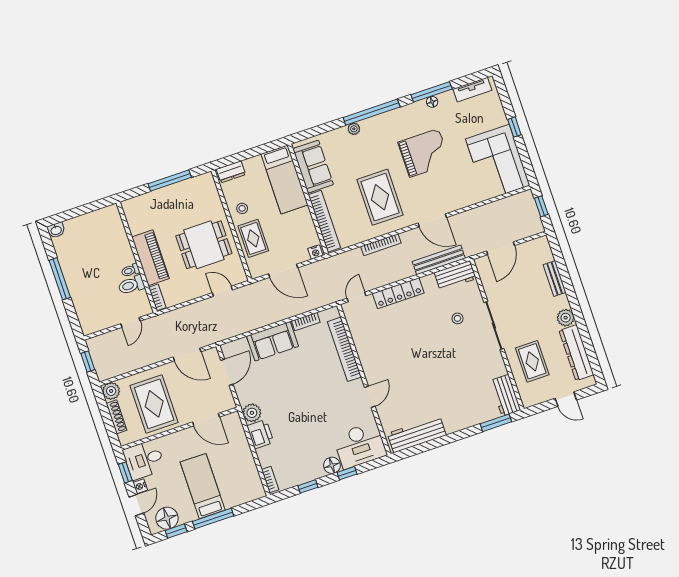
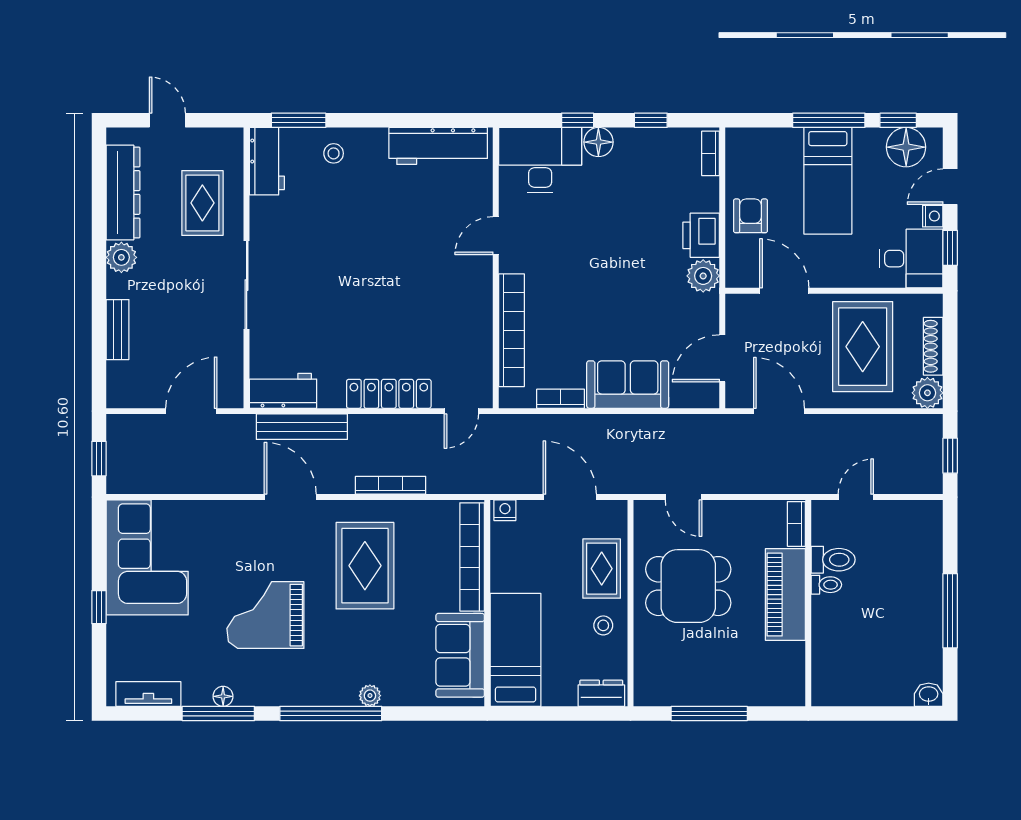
stool: (457, 318) -> (334, 153), moved
armchair: (238, 453) -> (750, 216), added

